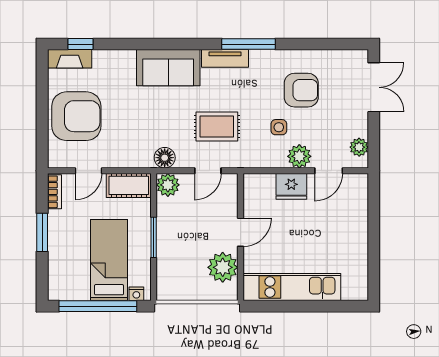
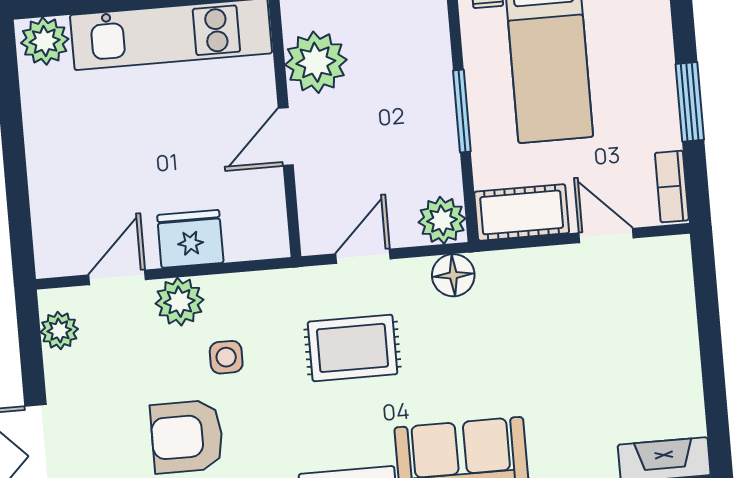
armchair: (76, 116) -> (640, 344), removed
door: (88, 171) -> (606, 235), hinge flipped
plant: (354, 289) -> (45, 41), added

